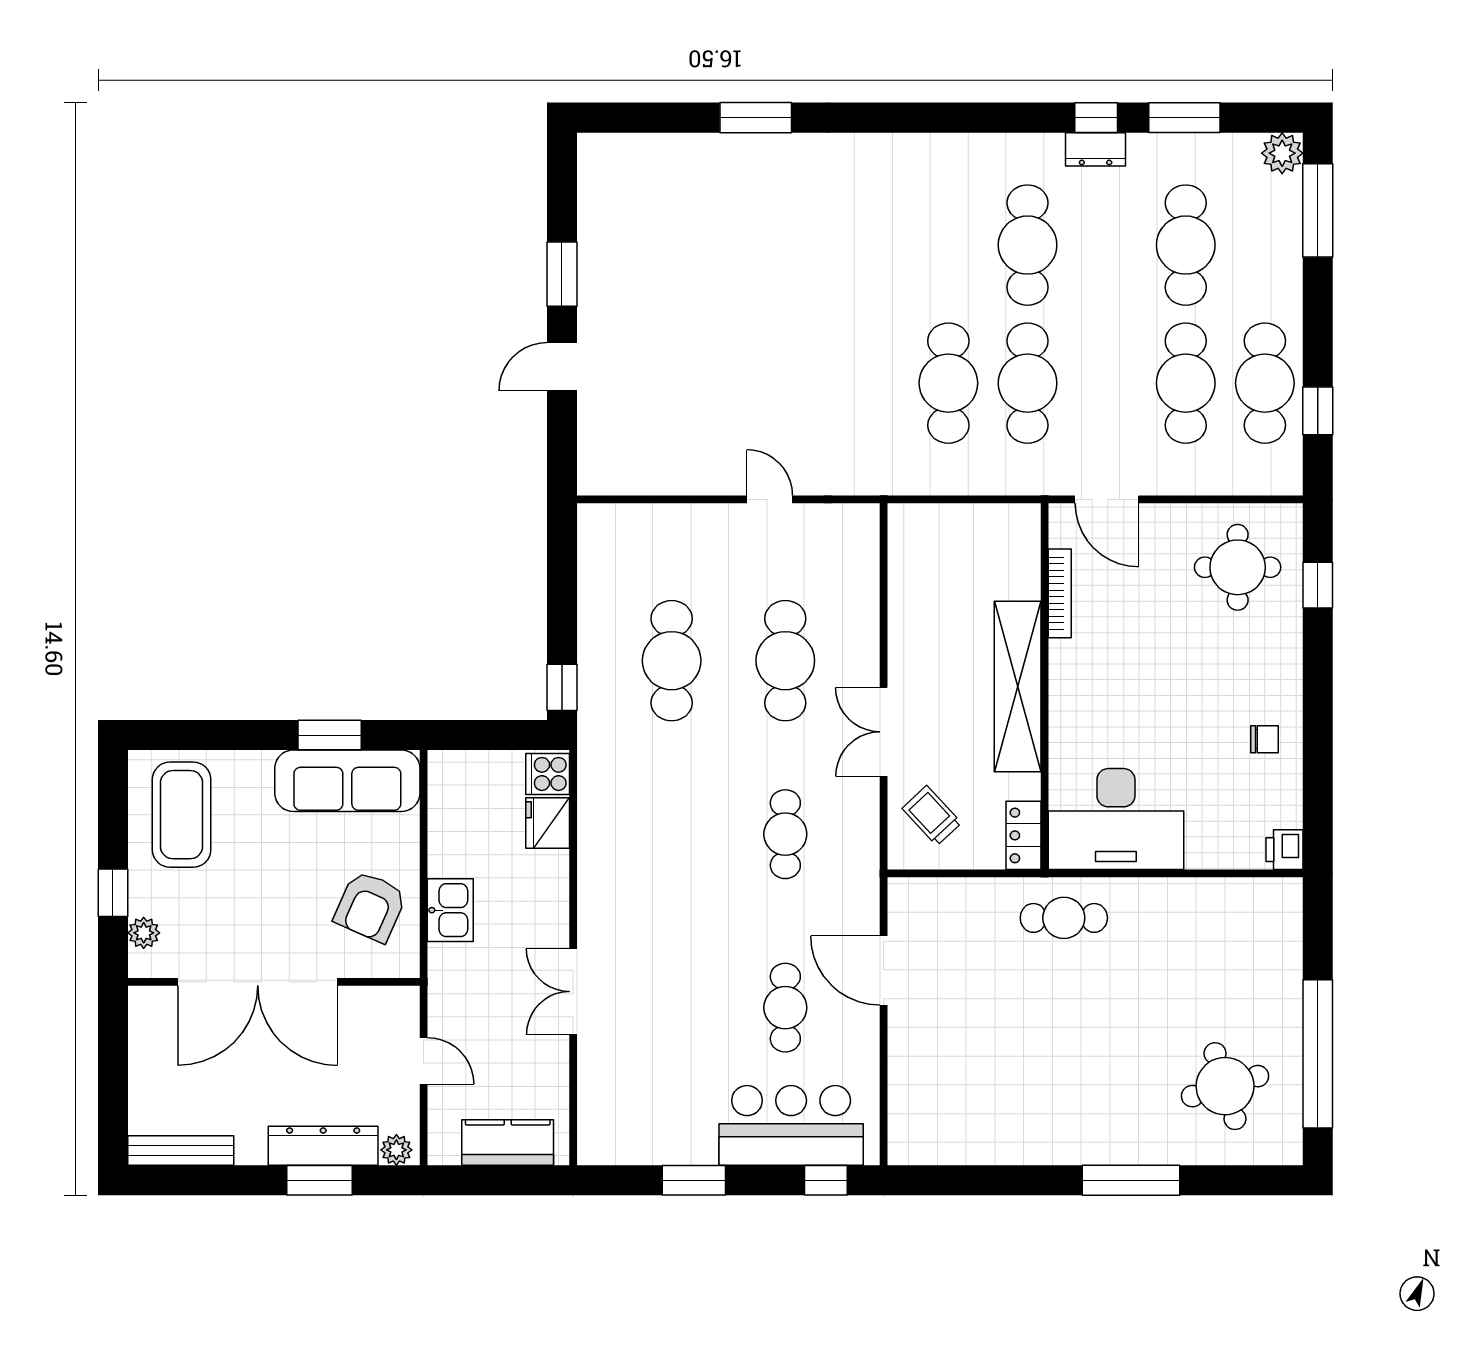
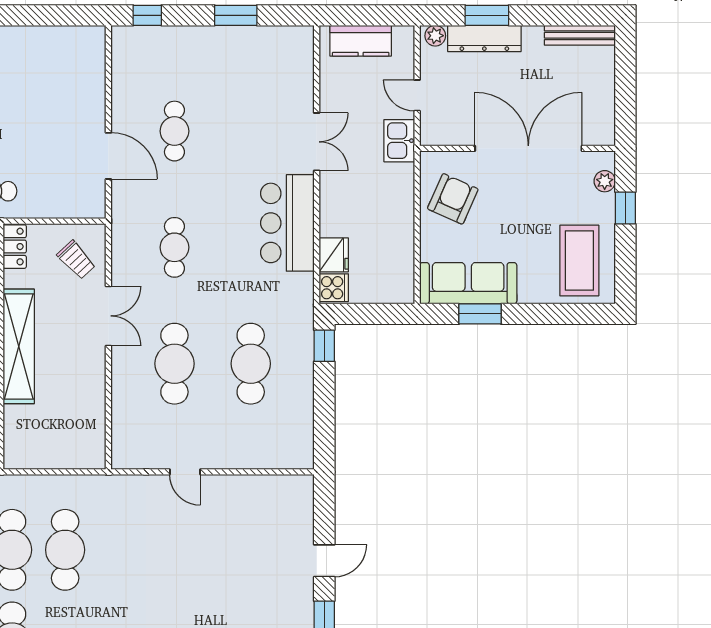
kitchen sink: (450, 910) -> (399, 141), moved
bar counter: (791, 1125) -> (287, 223), moved, turned 90

